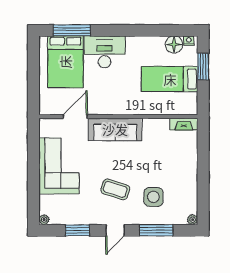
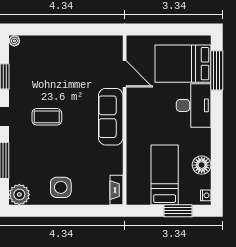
floor lamp: (174, 44) -> (202, 165), moved
corner sofa: (59, 166) -> (72, 57), removed
coffee table: (115, 189) -> (47, 117), turned 72
side table: (153, 197) -> (61, 187), moved
plant: (193, 220) -> (19, 195), width x1.88, depth x1.88

